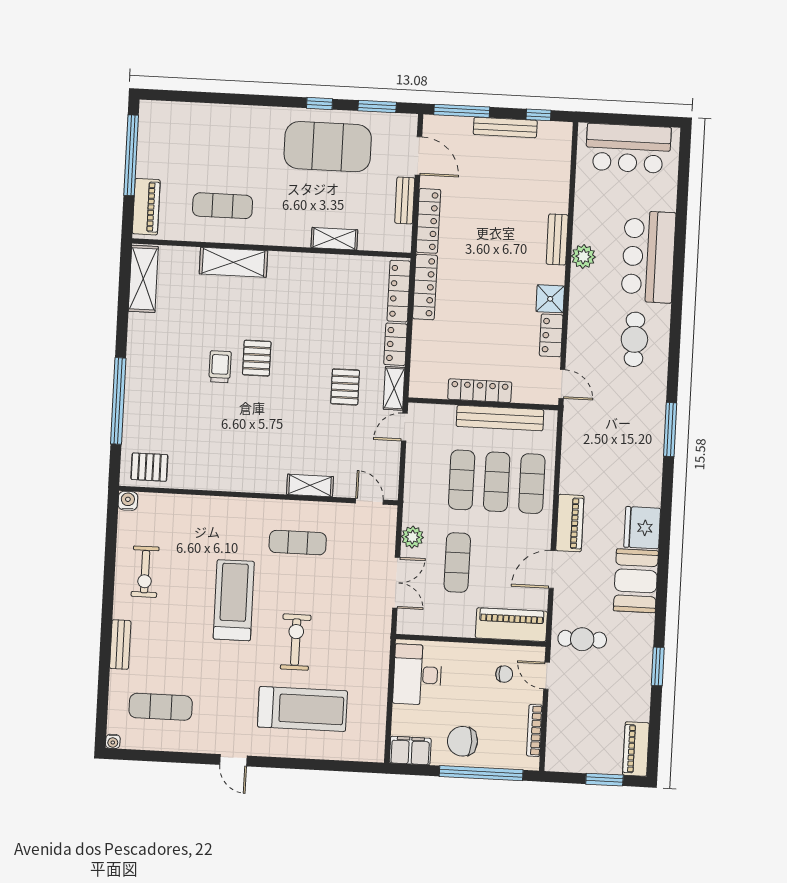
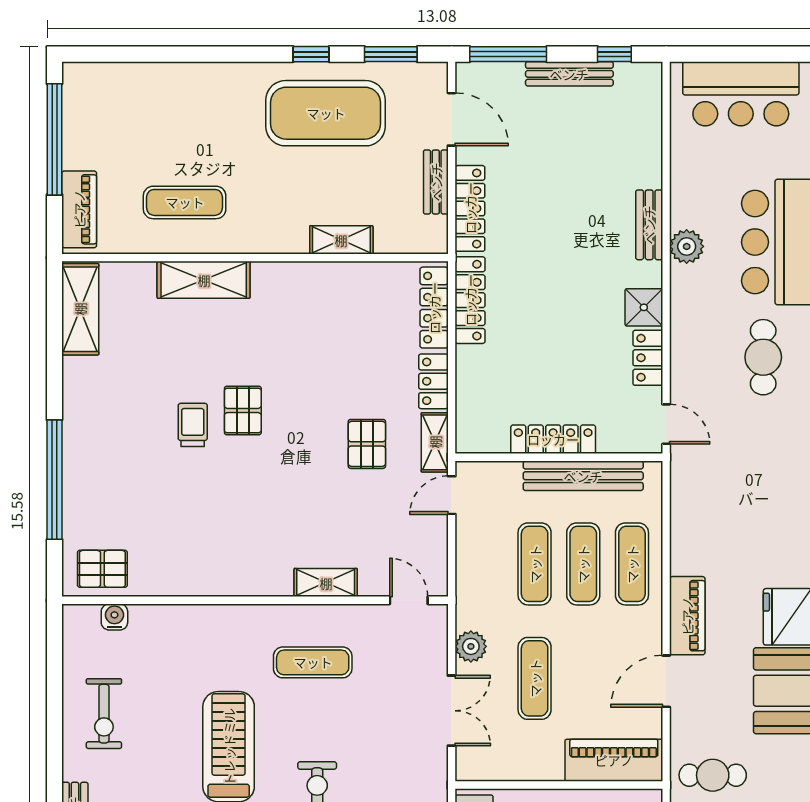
water cooler: (128, 501) -> (114, 617), moved

